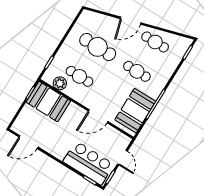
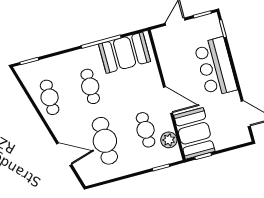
door: (131, 21) -> (64, 154), moved
door: (98, 116) -> (168, 100), moved
bar counter: (88, 163) -> (216, 67), moved

